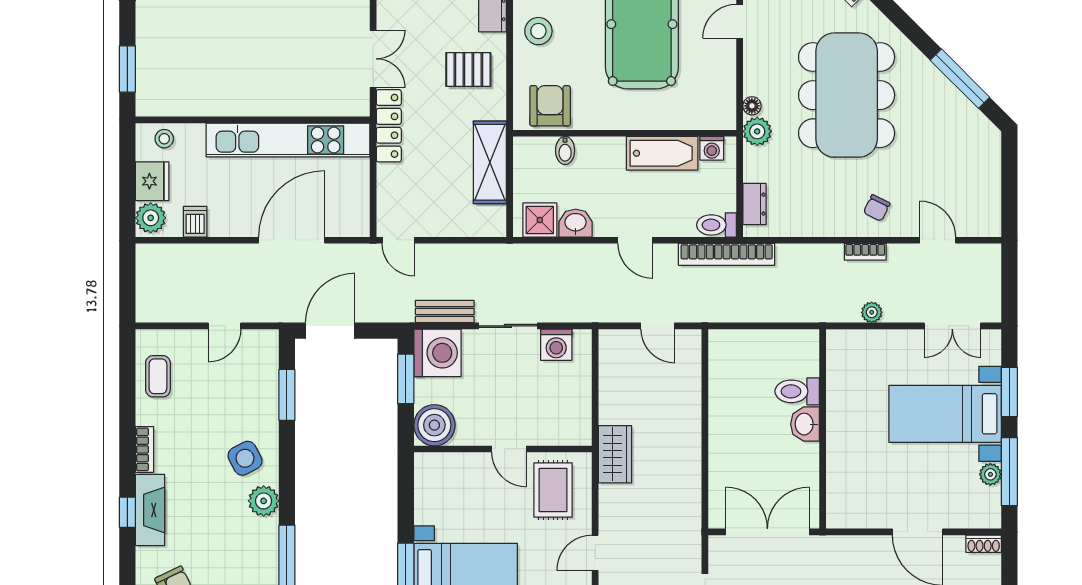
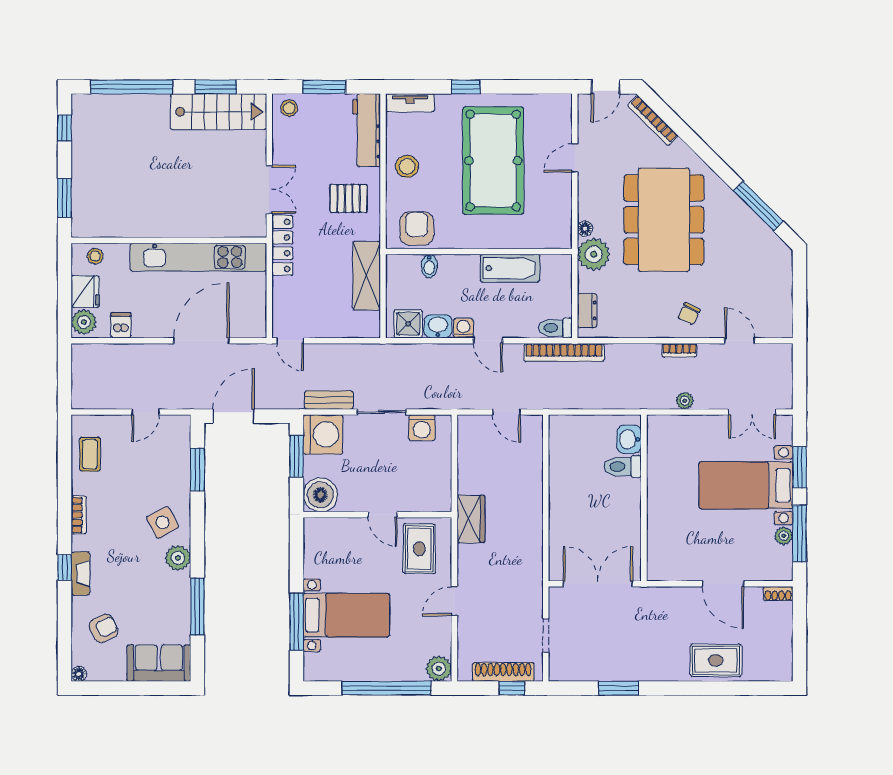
plant: (757, 131) -> (594, 254), width x1.36, depth x1.36
washing machine: (712, 148) -> (463, 328), moved, turned 180
washbasin: (805, 424) -> (629, 439), moved
fireplace: (150, 510) -> (80, 573), width x0.73, depth x0.76

